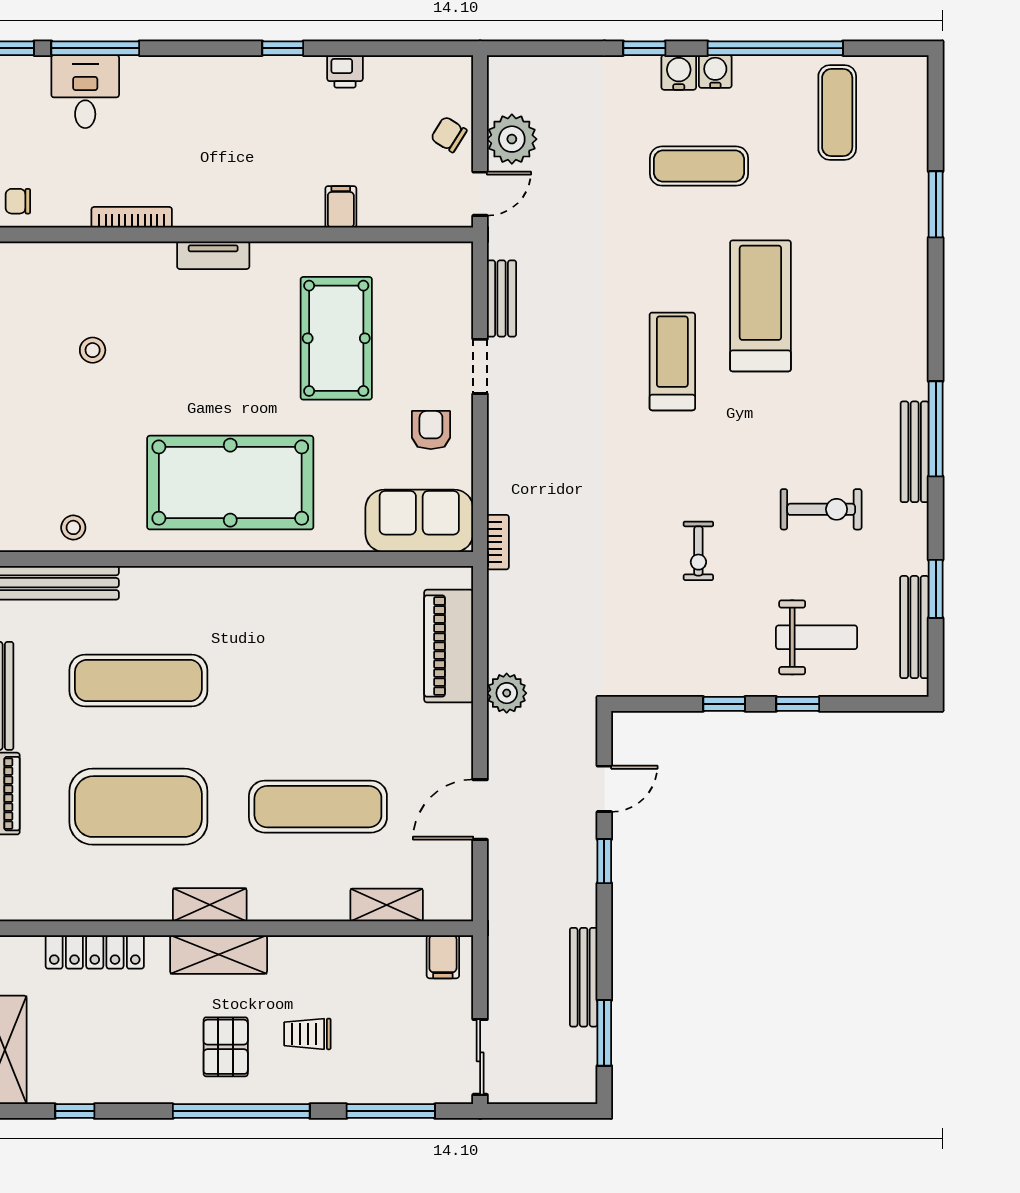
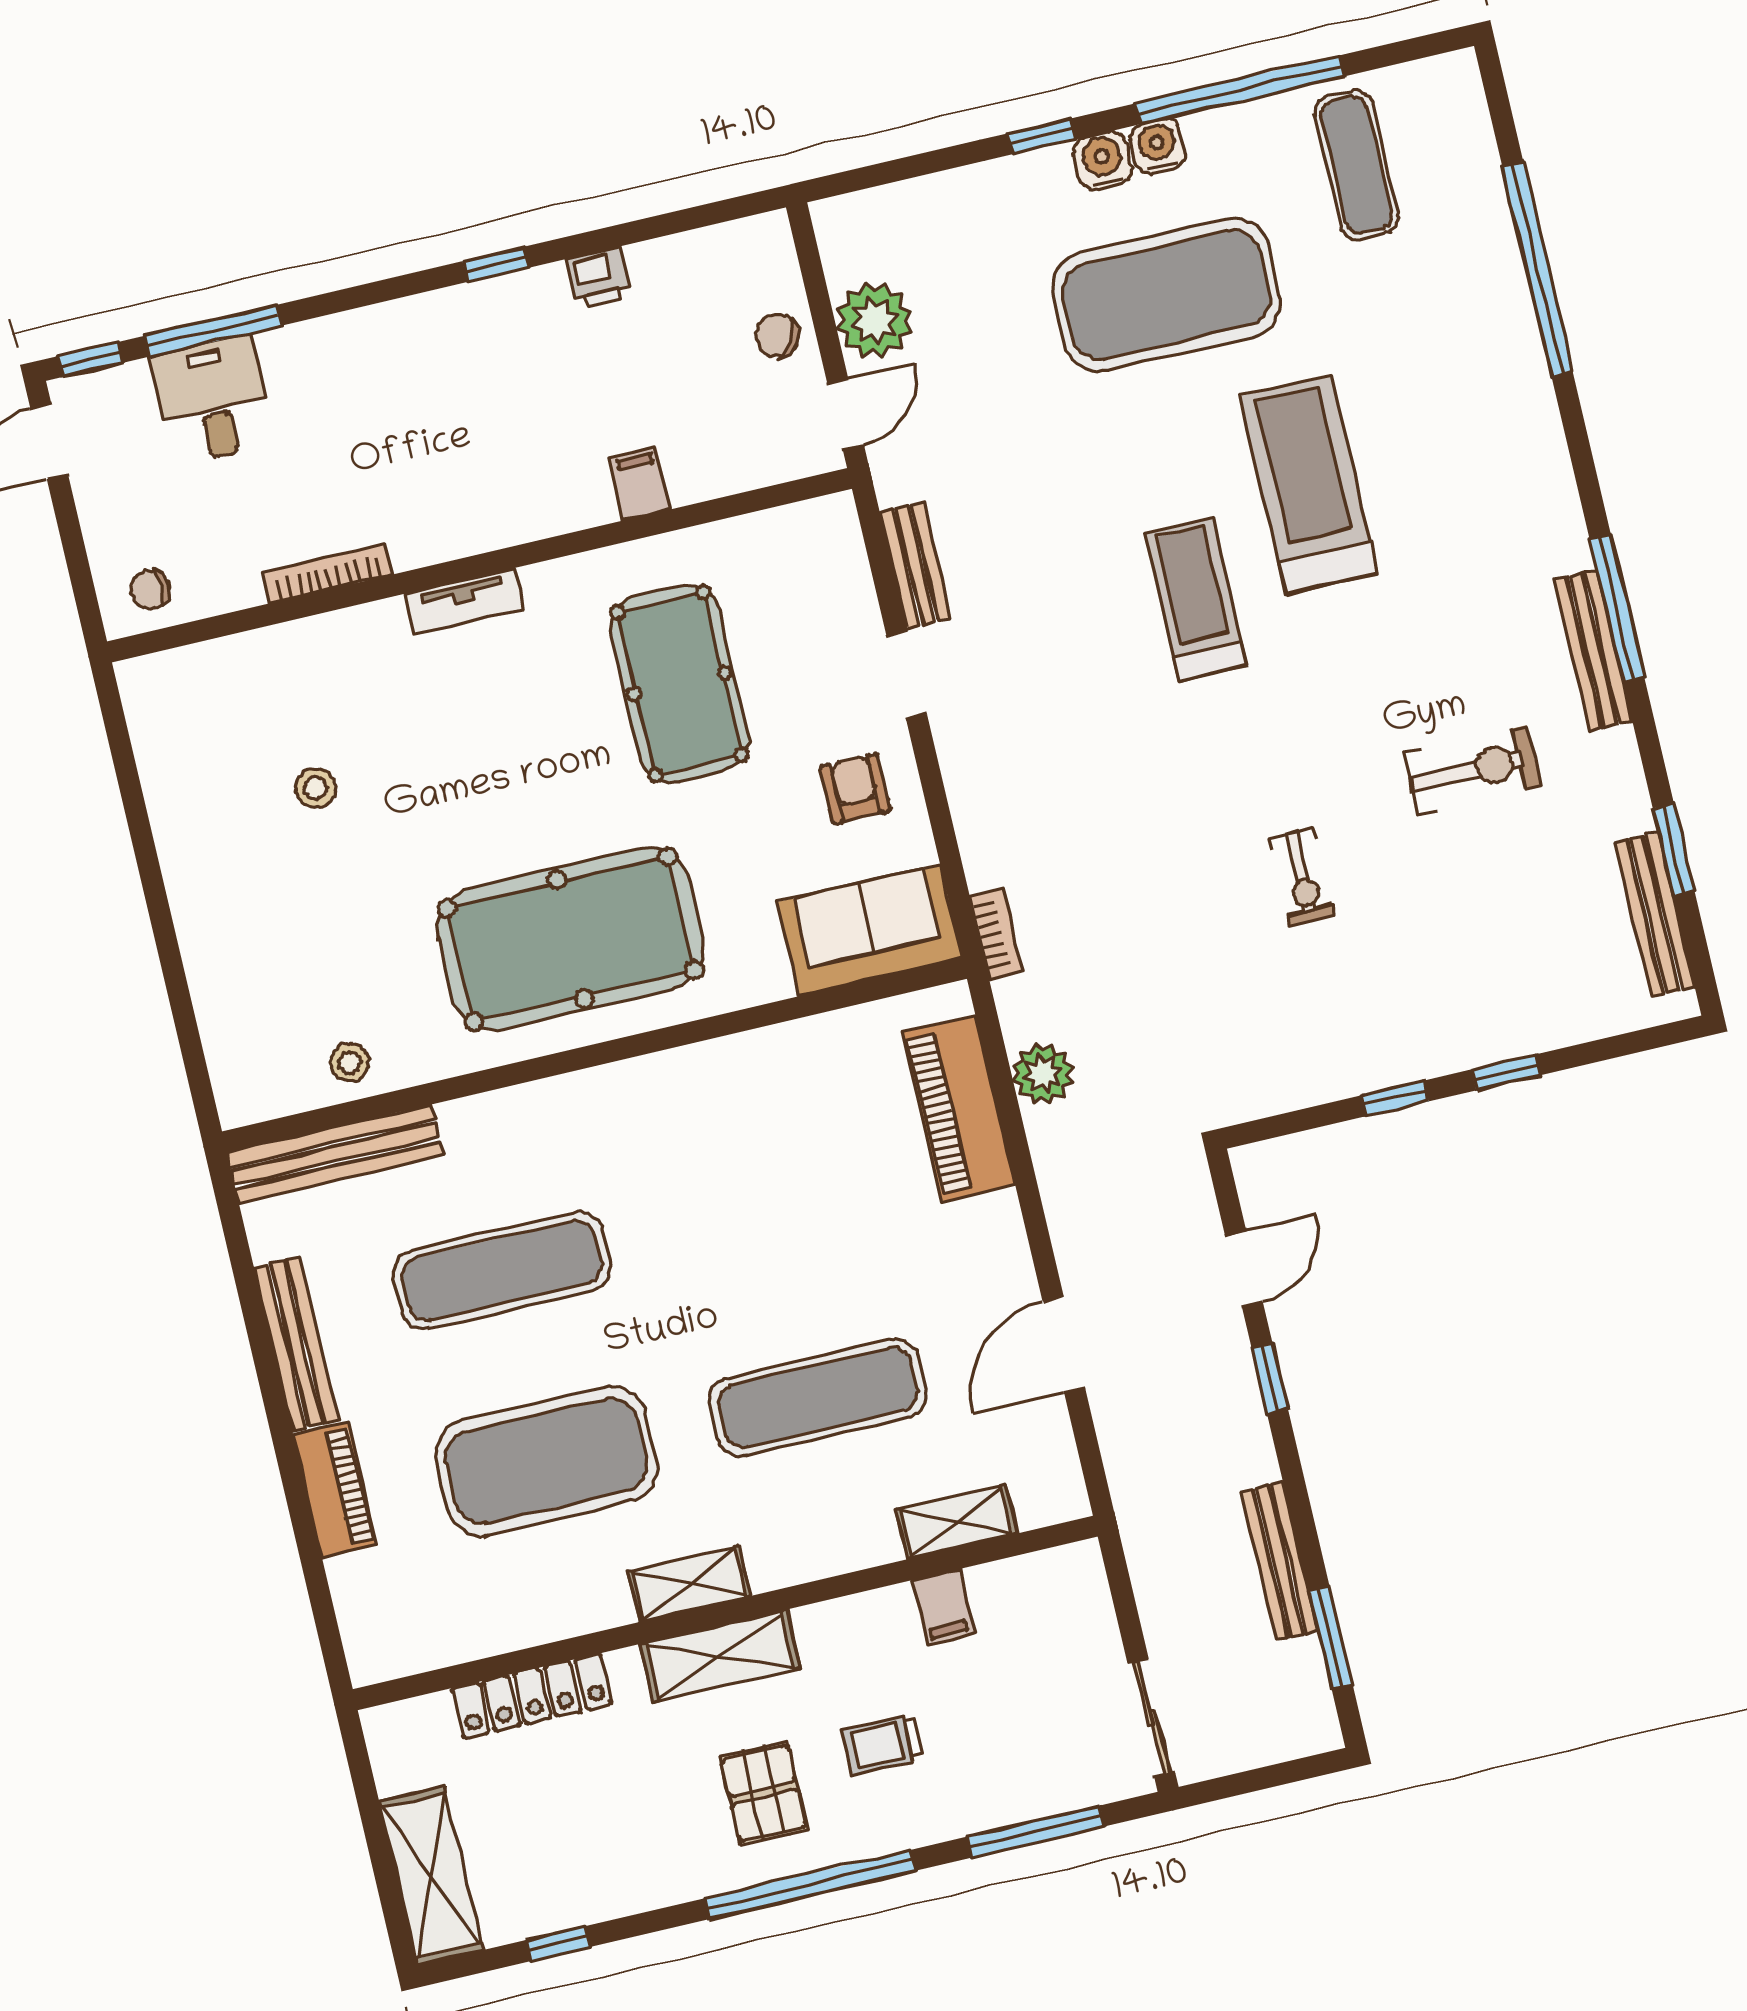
exercise mat: (699, 166) -> (1166, 295), width x2.00, depth x1.45
window: (936, 204) -> (1537, 269), width x2.11
weight bench: (817, 637) -> (1511, 965), removed
plant: (507, 693) -> (1043, 1074), moved
filing cabinet: (443, 957) -> (944, 1607), moved

